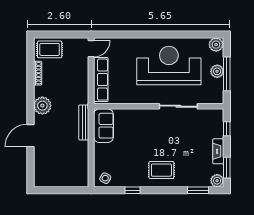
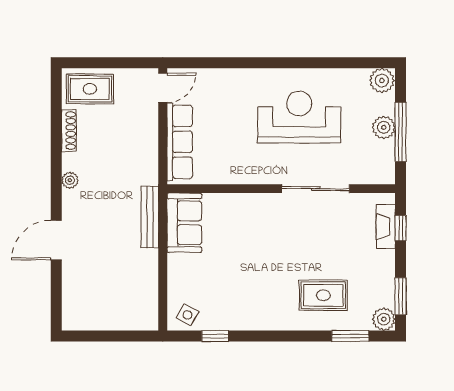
reception desk: (169, 65) -> (299, 117), width x0.74, depth x0.77
plant: (42, 106) -> (70, 180), width x0.53, depth x0.53
fireplace: (218, 151) -> (386, 226), moved
rug: (161, 170) -> (323, 295), moved
window: (132, 190) -> (215, 336), moved

